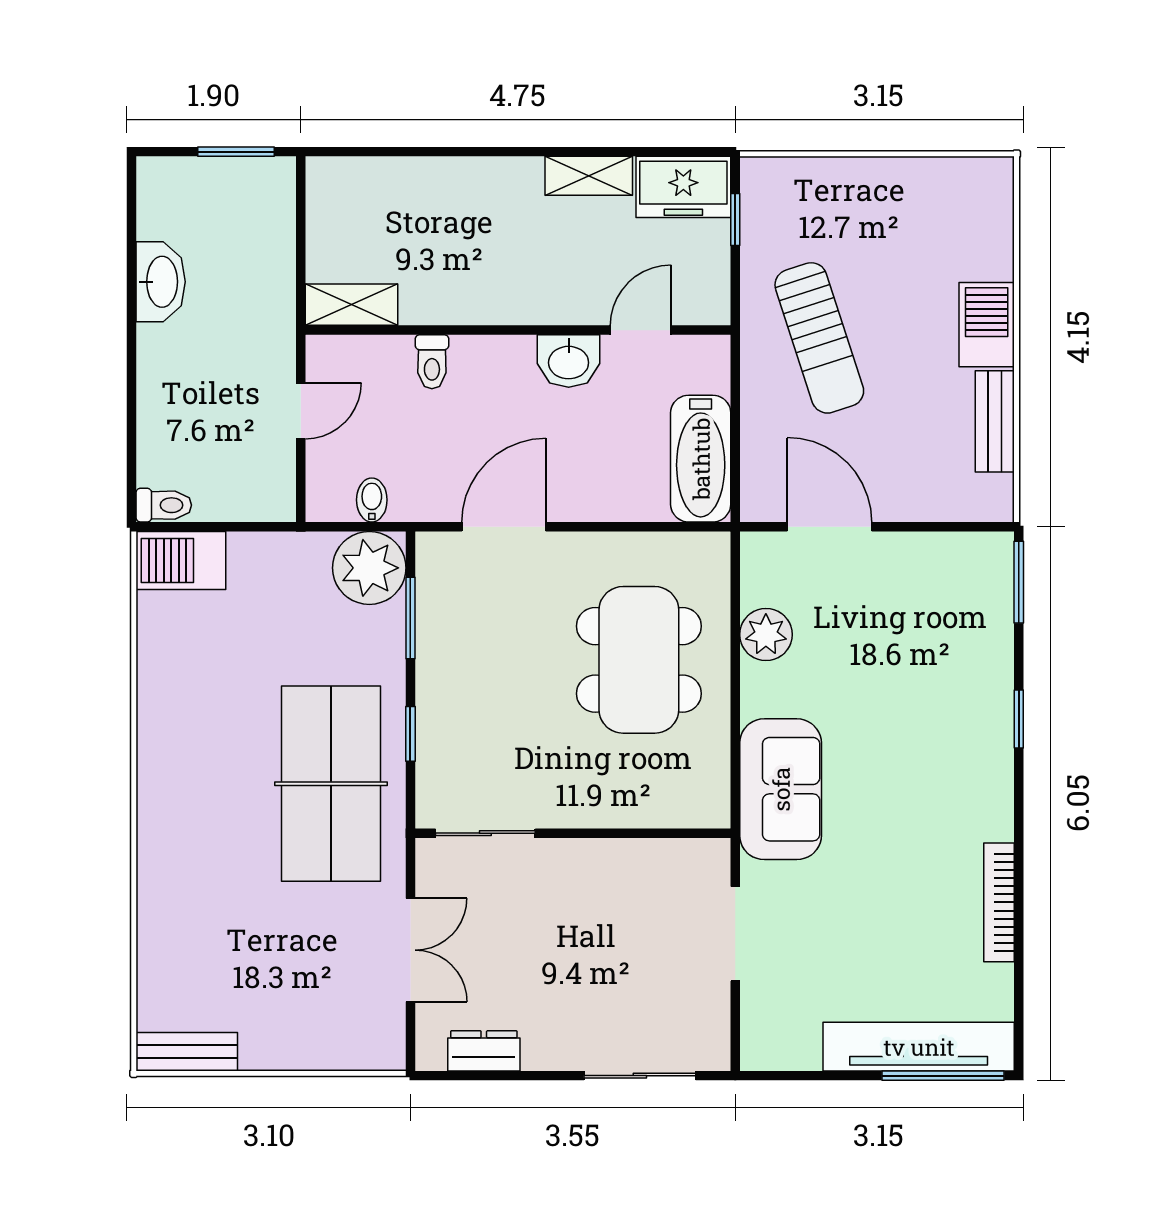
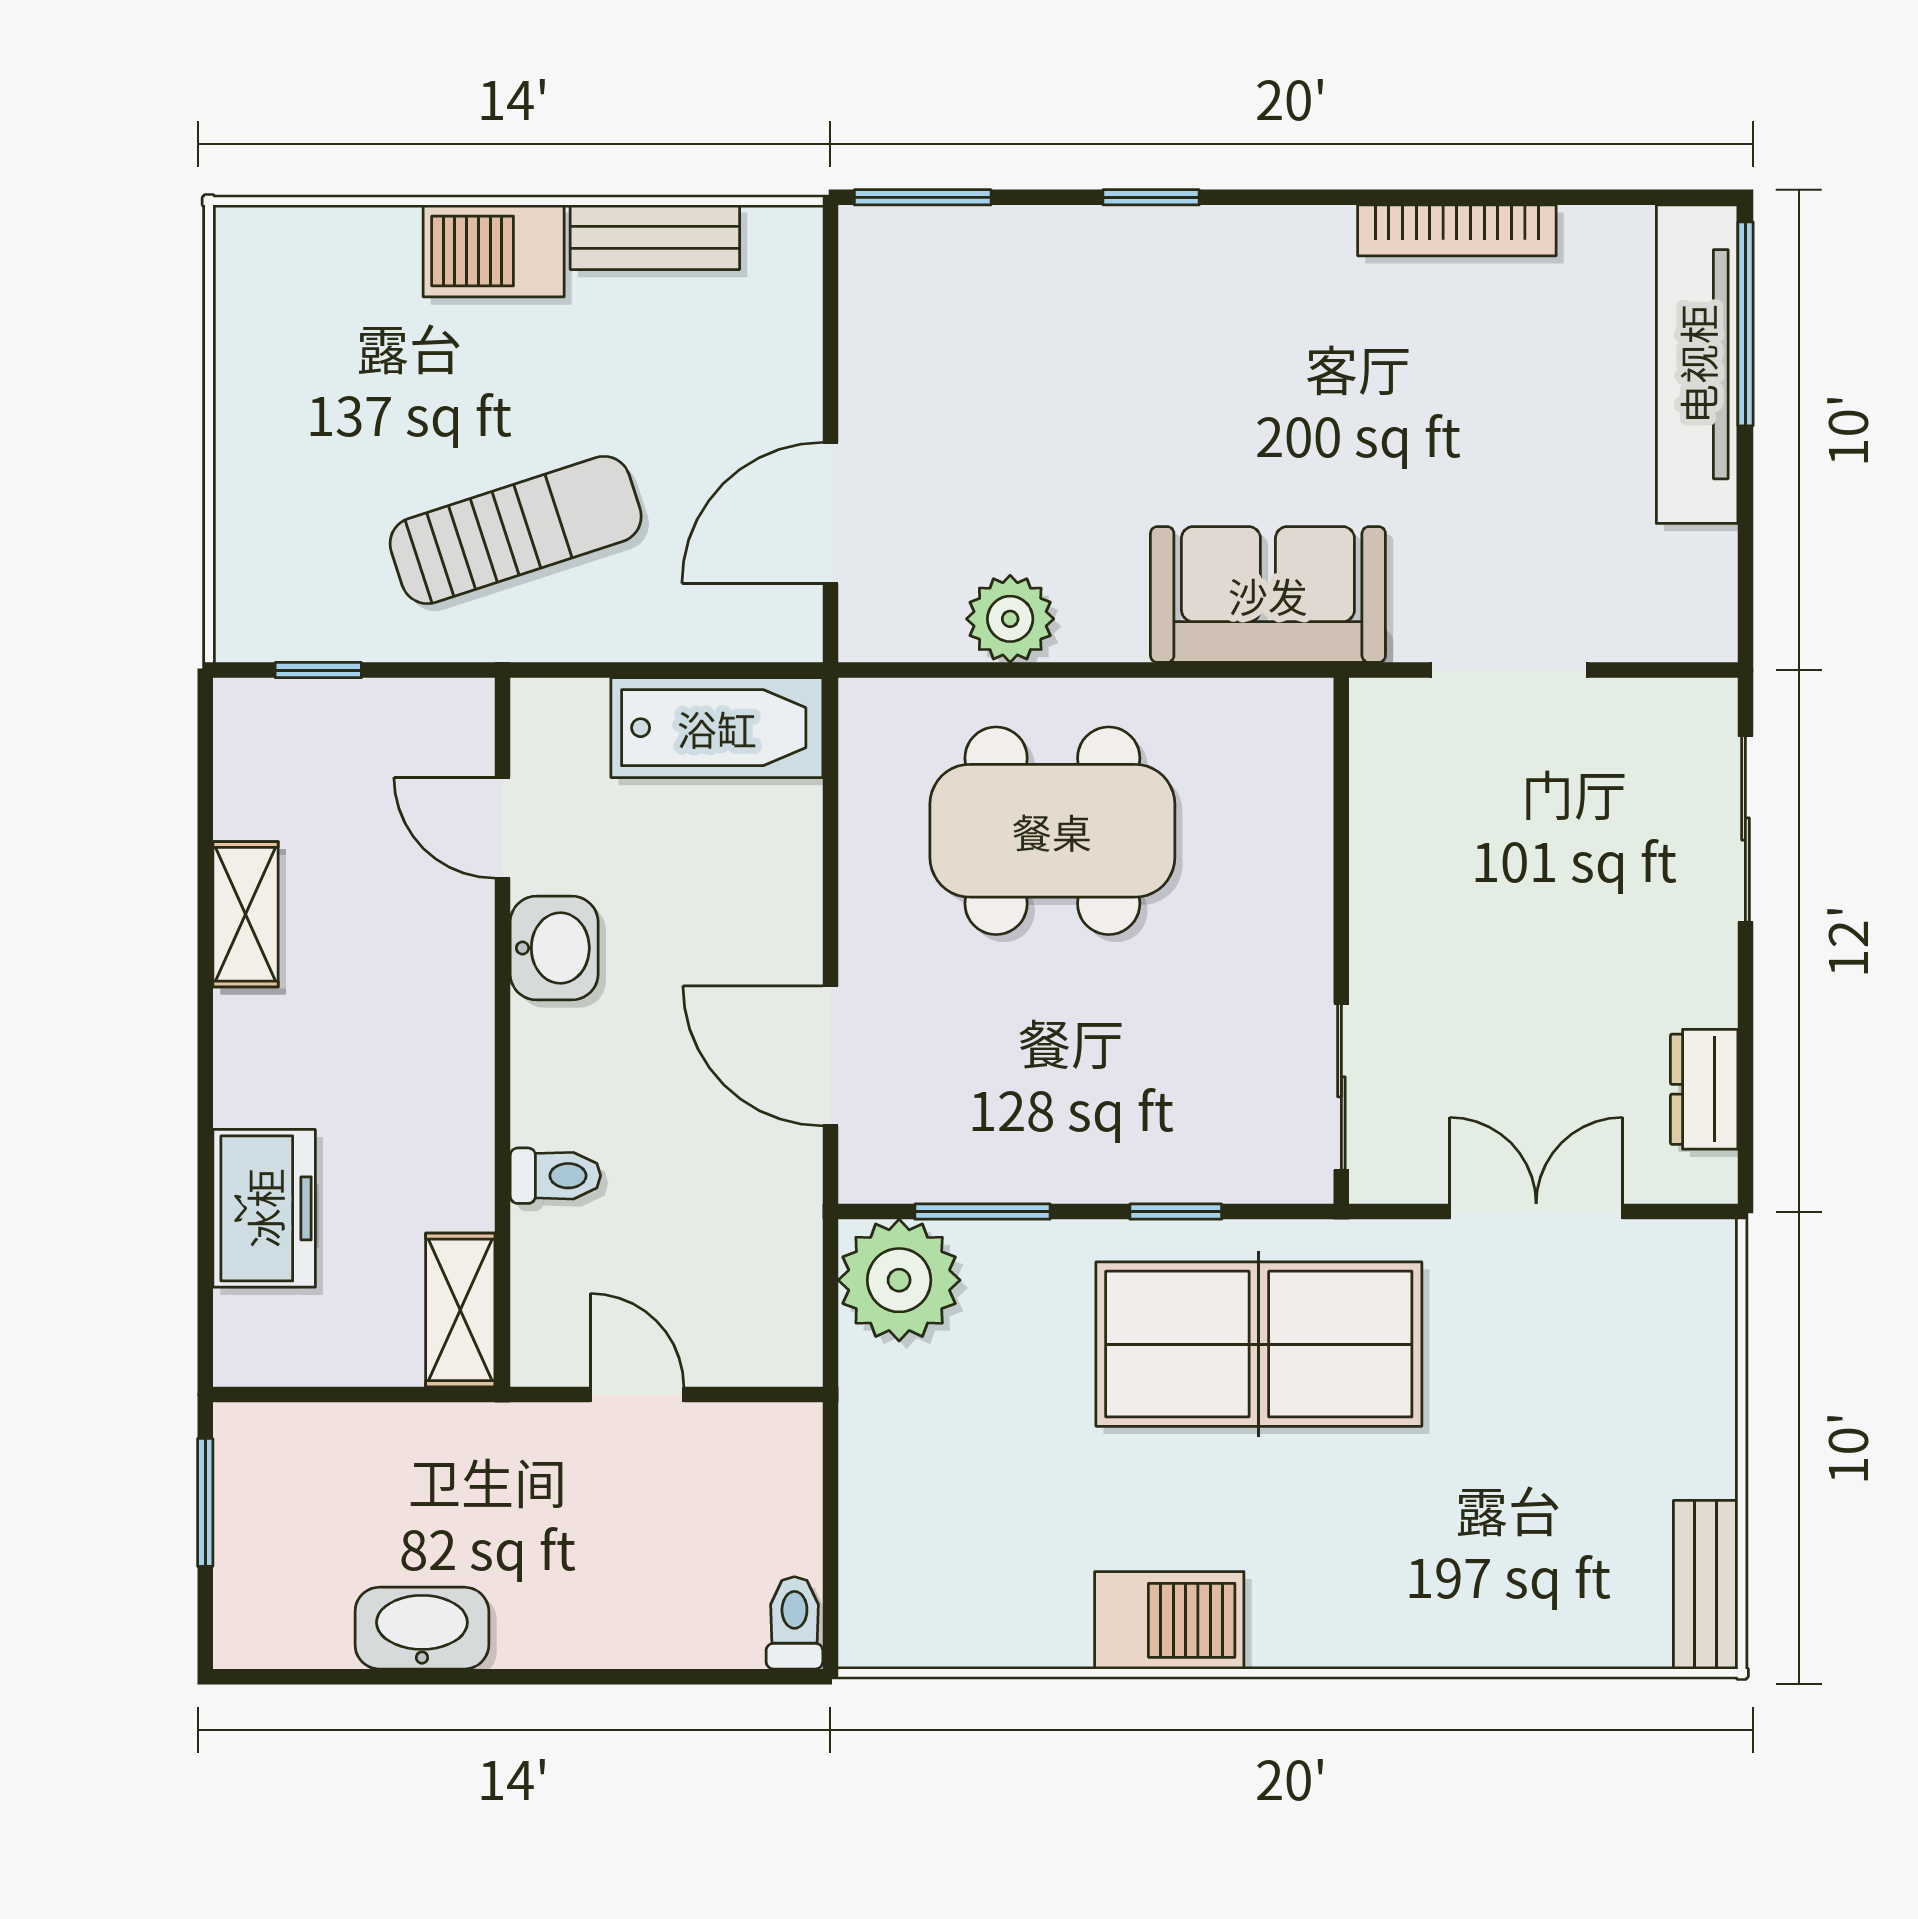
freezer: (683, 187) -> (264, 1208), moved
bidet: (372, 500) -> (786, 1276), removed
barbecue: (181, 561) -> (1169, 1620), moved, turned -90

